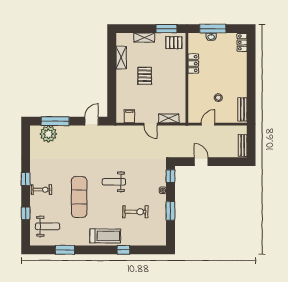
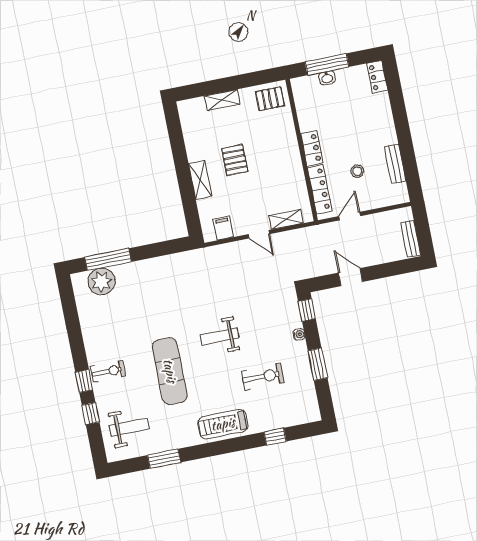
window: (166, 29) -> (254, 79), removed
shelving: (121, 58) -> (200, 180), moved
locker: (193, 64) -> (312, 148), moved
locker: (193, 104) -> (320, 189), added
bench: (242, 109) -> (395, 164), moved
door: (92, 121) -> (165, 248), removed
window: (26, 179) -> (84, 381), moved
treadmill: (105, 236) -> (223, 424), turned 180
window: (123, 250) -> (275, 437), moved

